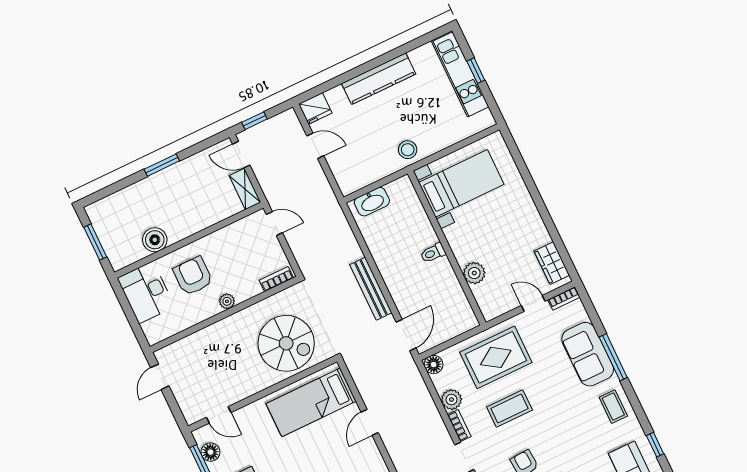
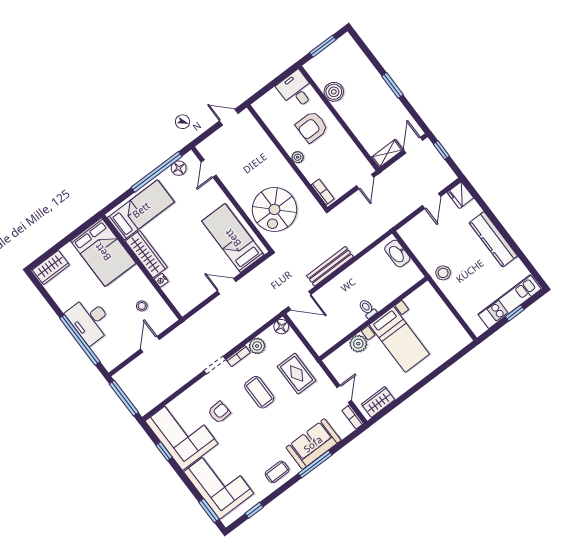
bed with nightstands: (461, 183) -> (399, 339), moved
armchair: (193, 276) -> (312, 127), turned 180
desk: (146, 292) -> (296, 90), width x0.73
rug: (496, 357) -> (297, 374), width x0.73, depth x0.70

